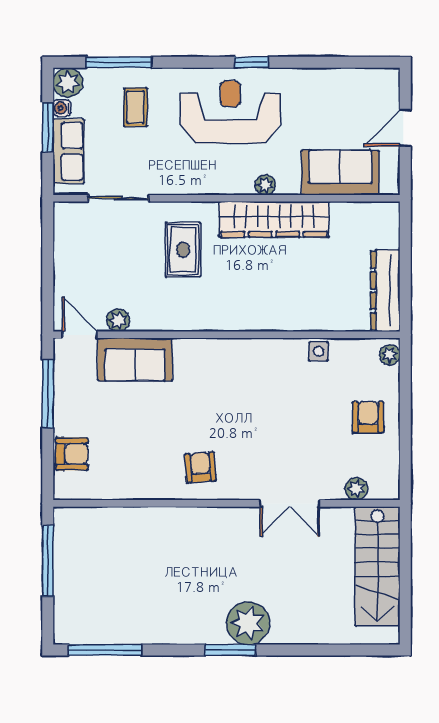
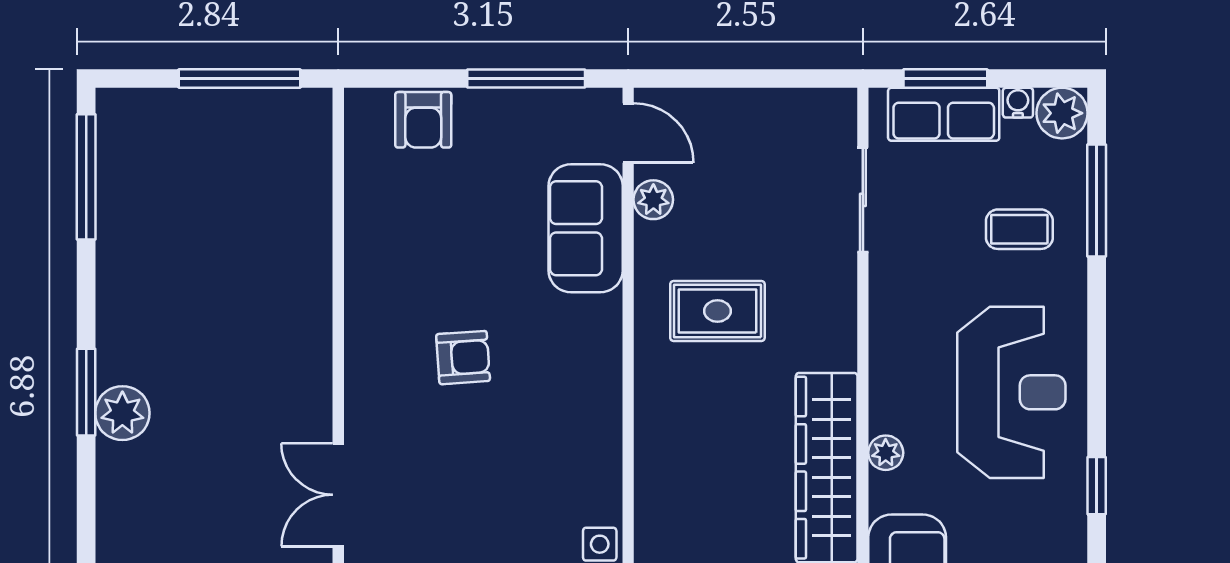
window: (251, 62) -> (1097, 486), moved
window: (48, 127) -> (945, 78), moved
rug: (183, 250) -> (717, 311), moved
door: (79, 335) -> (628, 133), hinge flipped
armchair: (200, 467) -> (463, 358), moved
plant: (248, 623) -> (122, 413), width x0.73, depth x0.73

